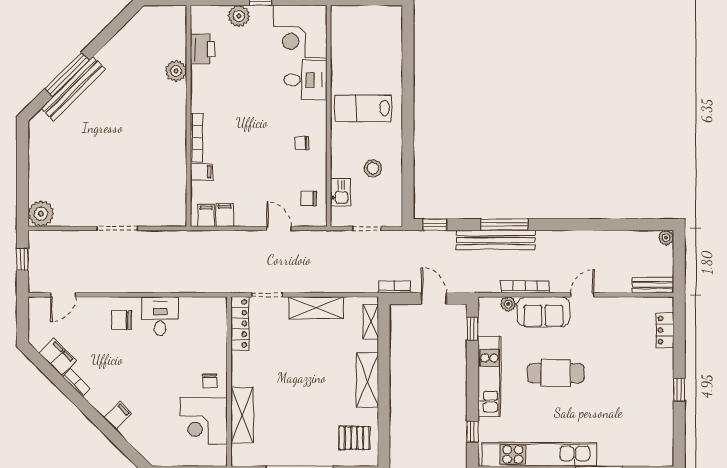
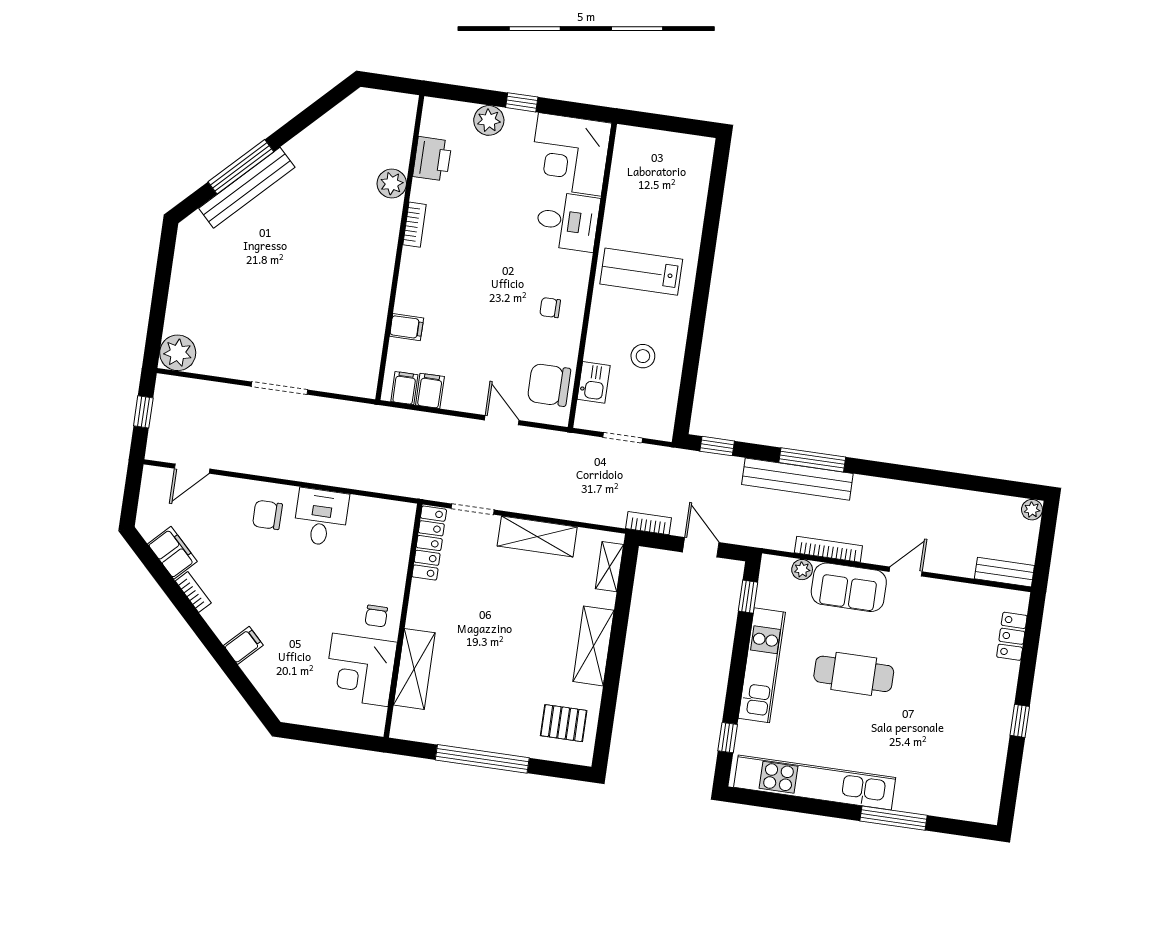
bookcase: (197, 138) -> (415, 225), moved, width x0.64
chair: (309, 198) -> (549, 385), width x1.87, depth x1.87

